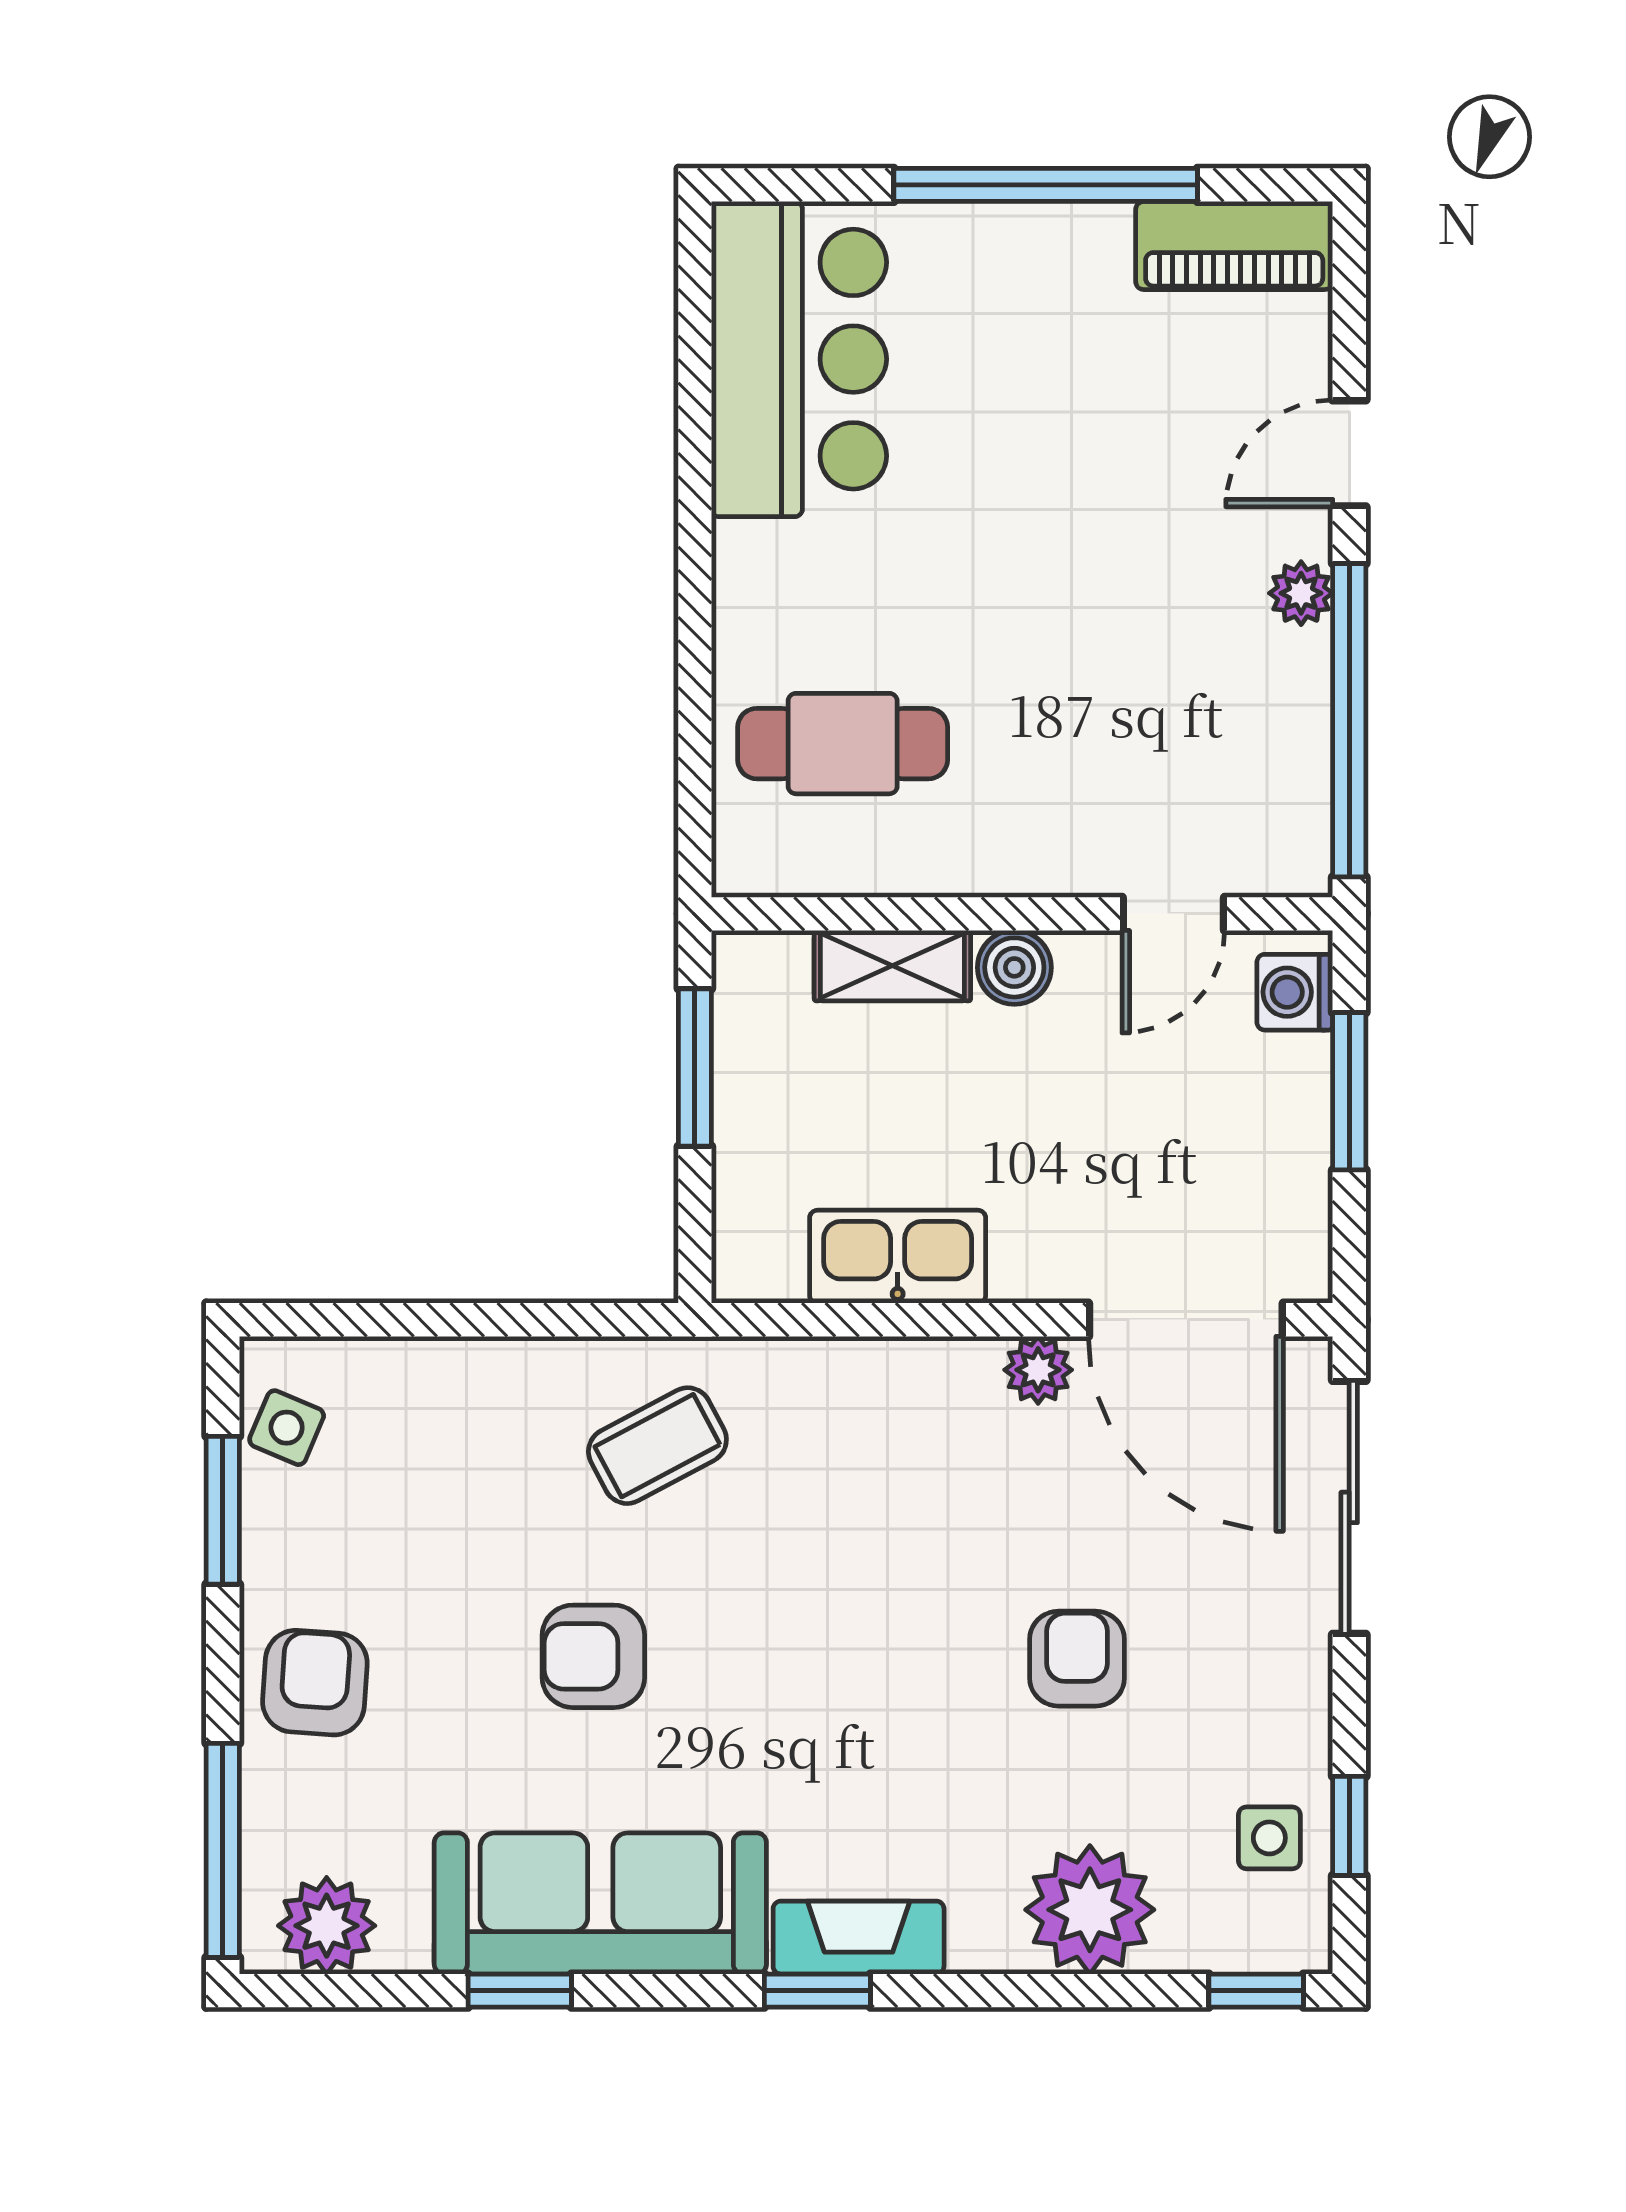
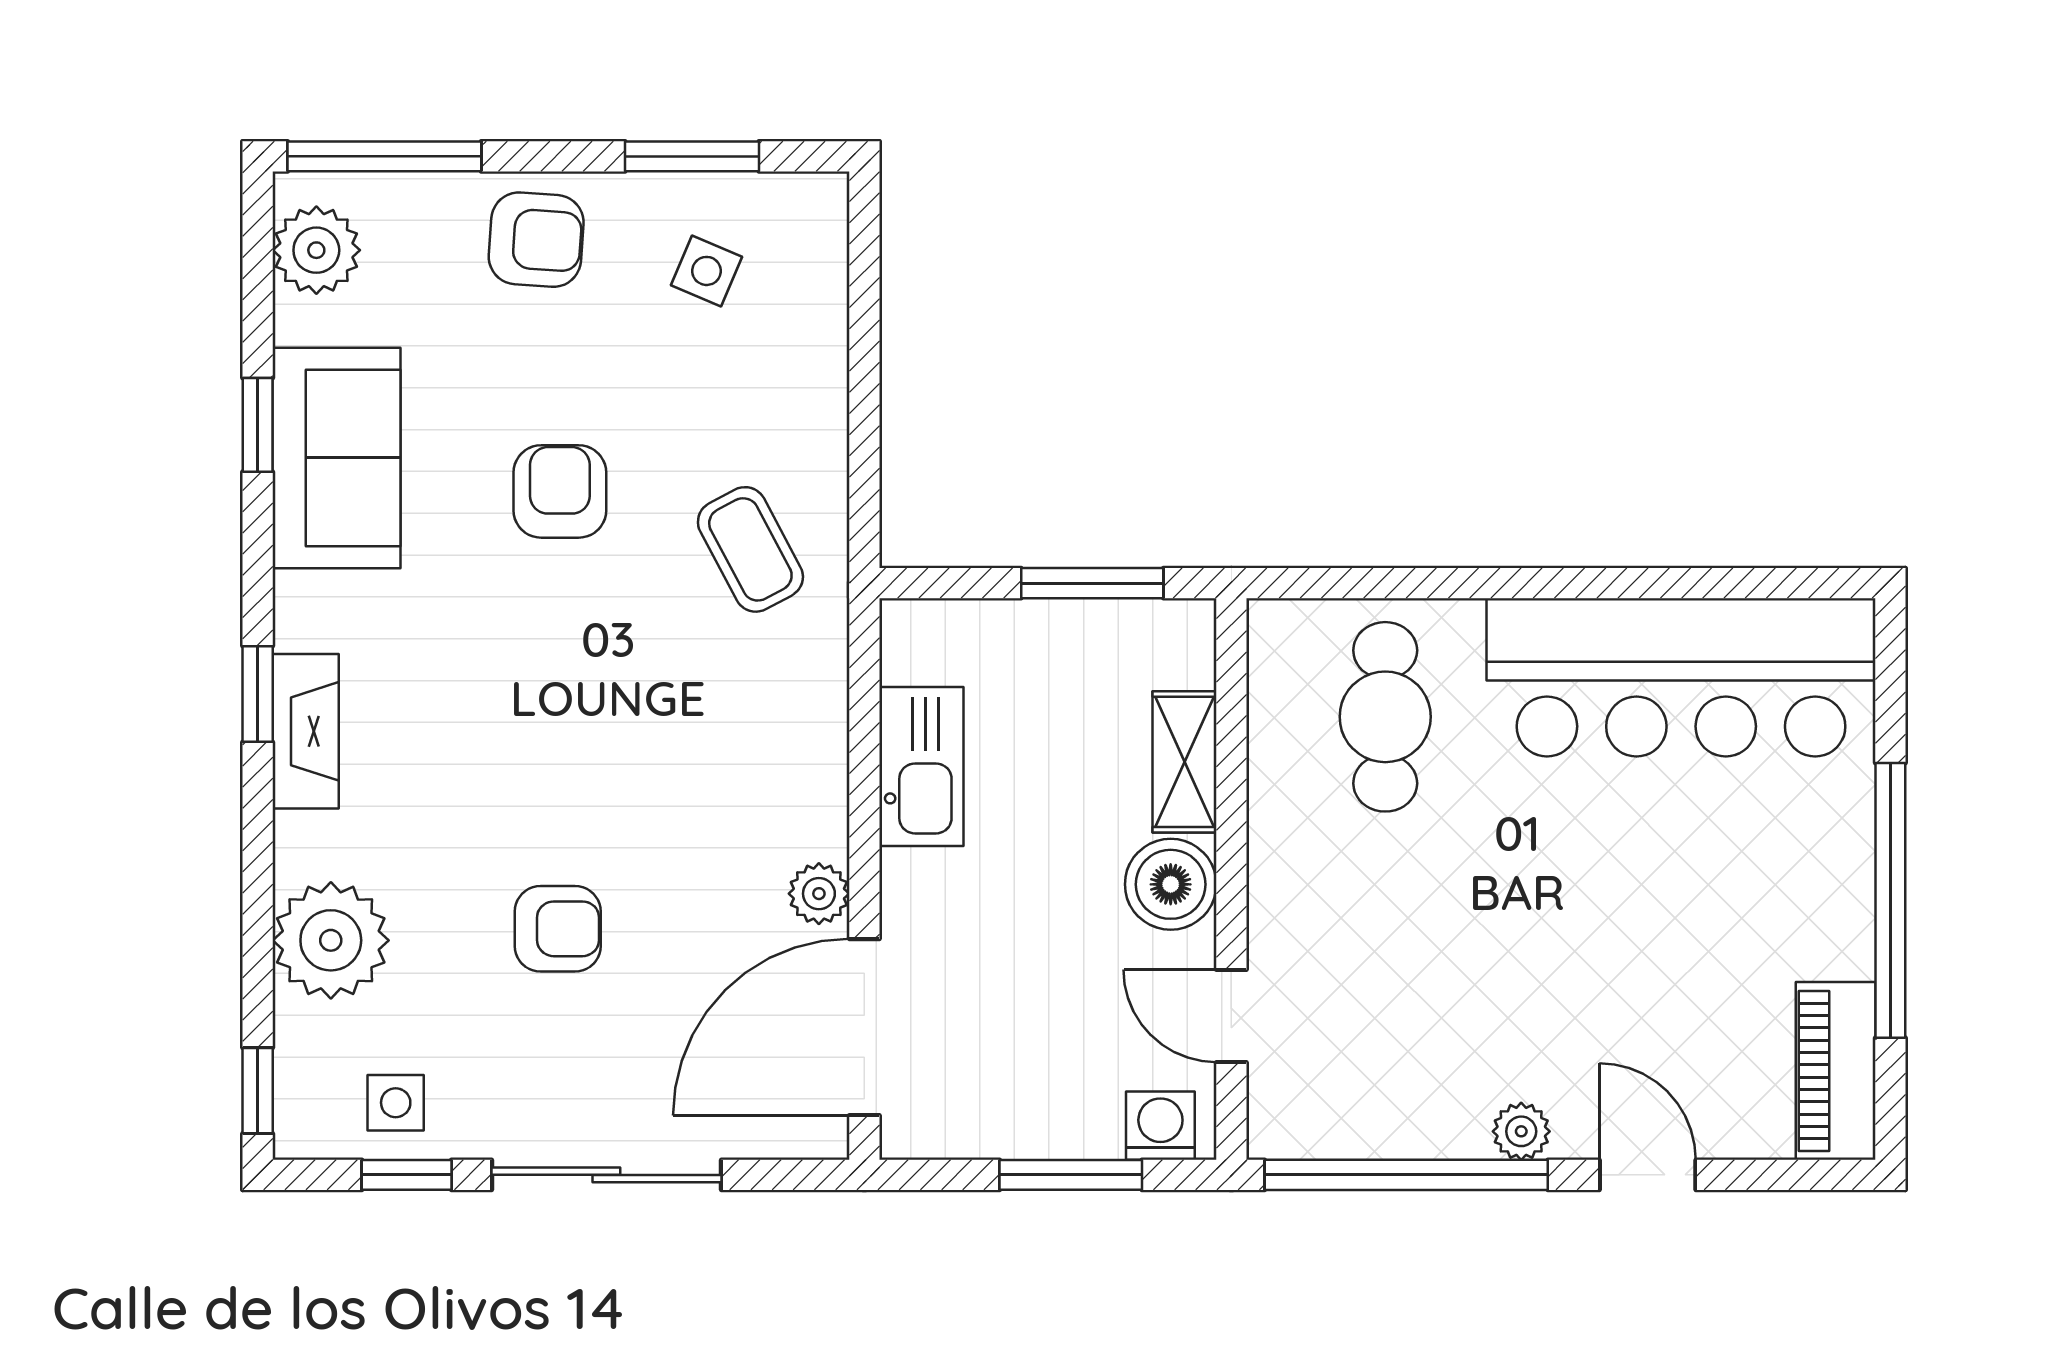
bar counter: (799, 359) -> (1681, 677), width x1.36
boiler: (1014, 967) -> (1171, 884), width x1.36, depth x1.36
side table: (287, 1428) -> (707, 271), moved
sliding door: (1349, 1507) -> (606, 1175), moved
sofa: (600, 1903) -> (336, 458), width x0.73

